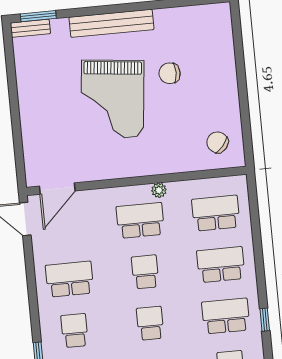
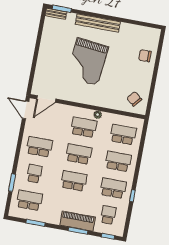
chair: (170, 73) -> (145, 56), moved
school desk: (145, 272) -> (79, 154), width x1.85
school desk: (150, 323) -> (74, 181), width x1.85

